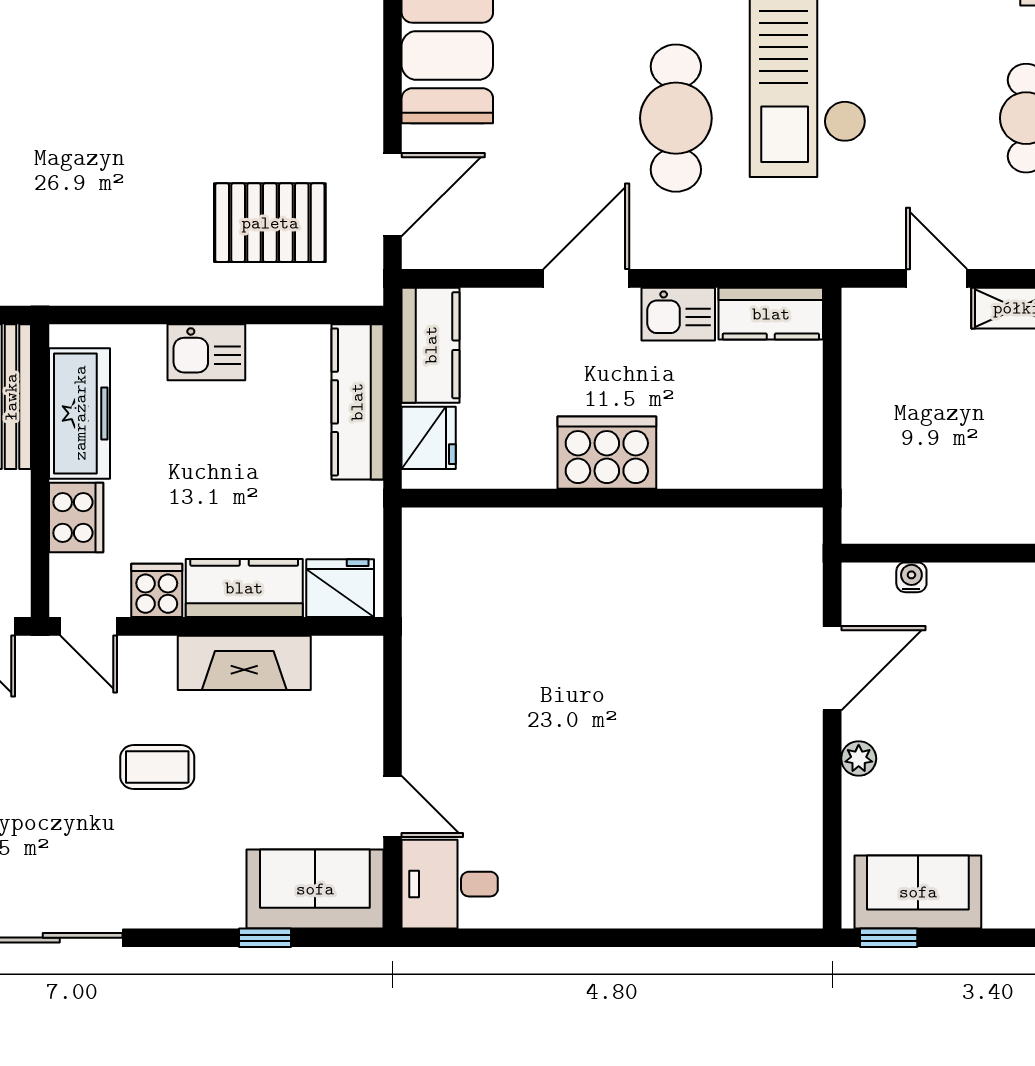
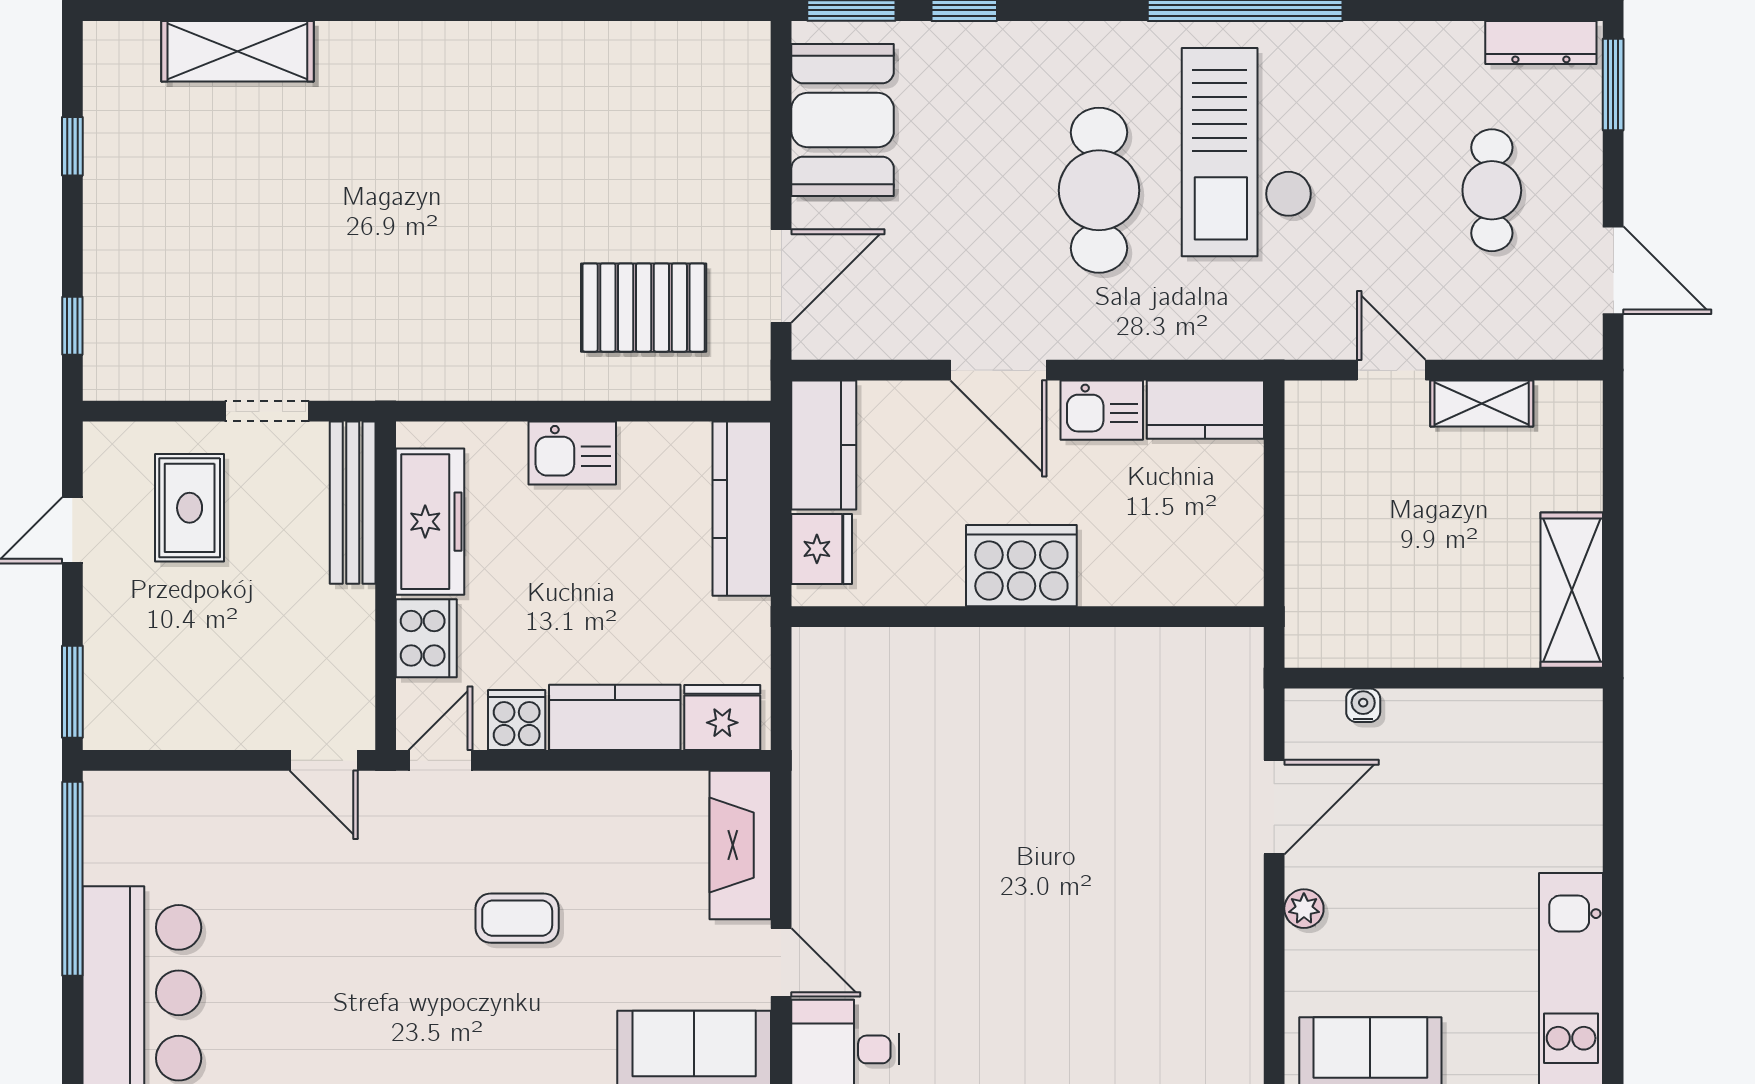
door: (586, 278) -> (998, 370), swing flipped
door: (89, 626) -> (440, 760), swing flipped
fireplace: (244, 663) -> (740, 845), moved, turned 90

